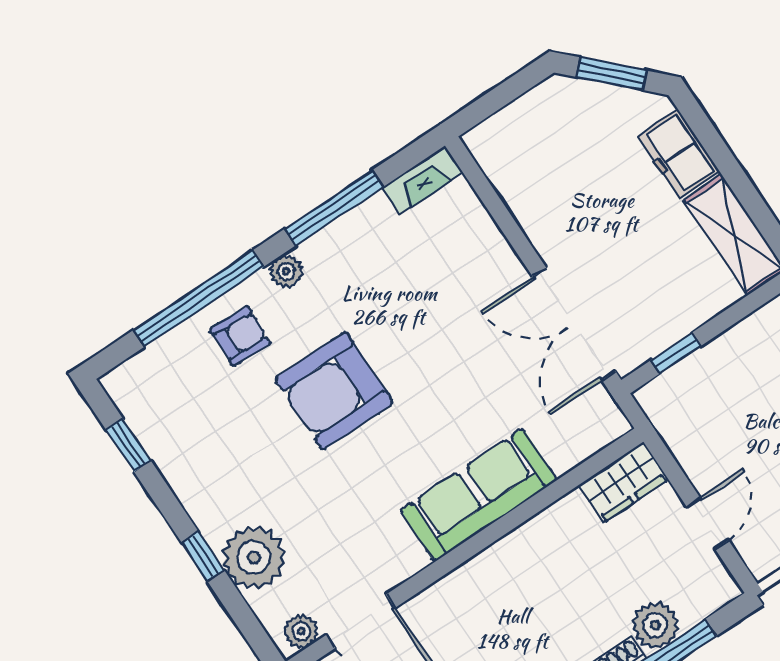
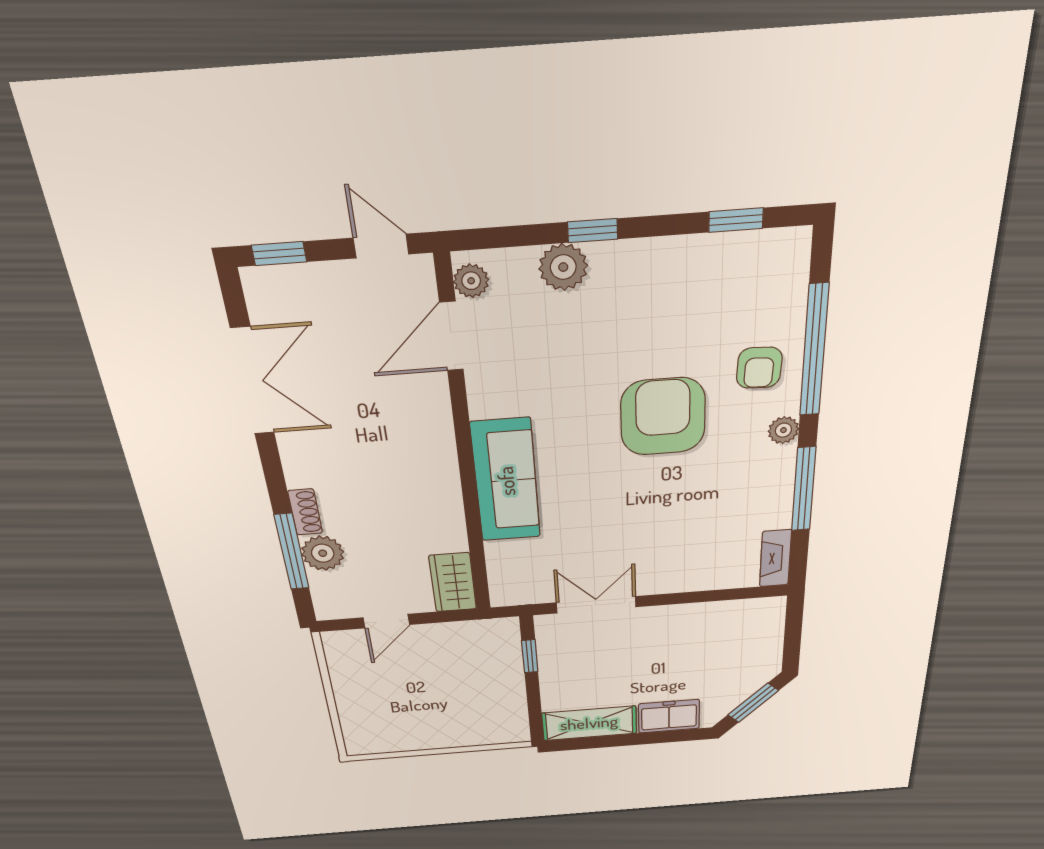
double door: (574, 324) -> (596, 605), width x0.73
door: (708, 523) -> (386, 621), hinge flipped
plant: (254, 557) -> (563, 267), width x0.73, depth x0.73

